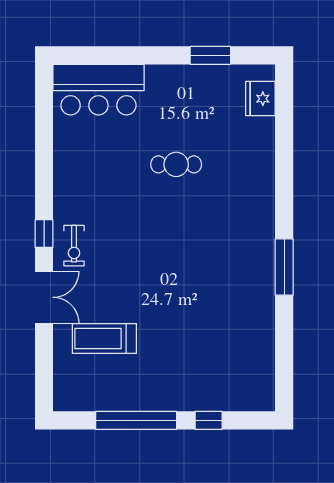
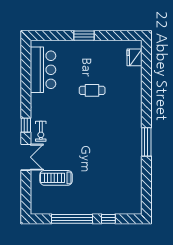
window: (210, 55) -> (84, 36), moved
bar counter: (98, 90) -> (43, 70), moved, turned -90

